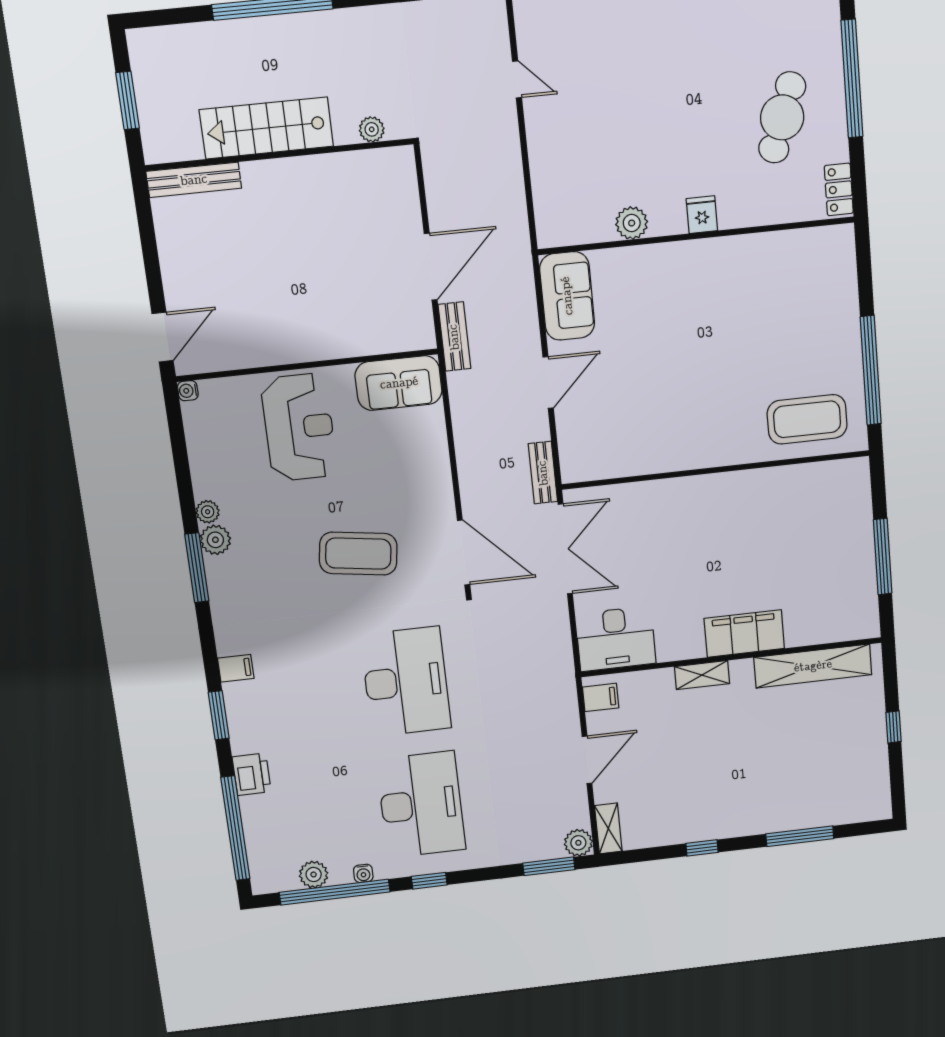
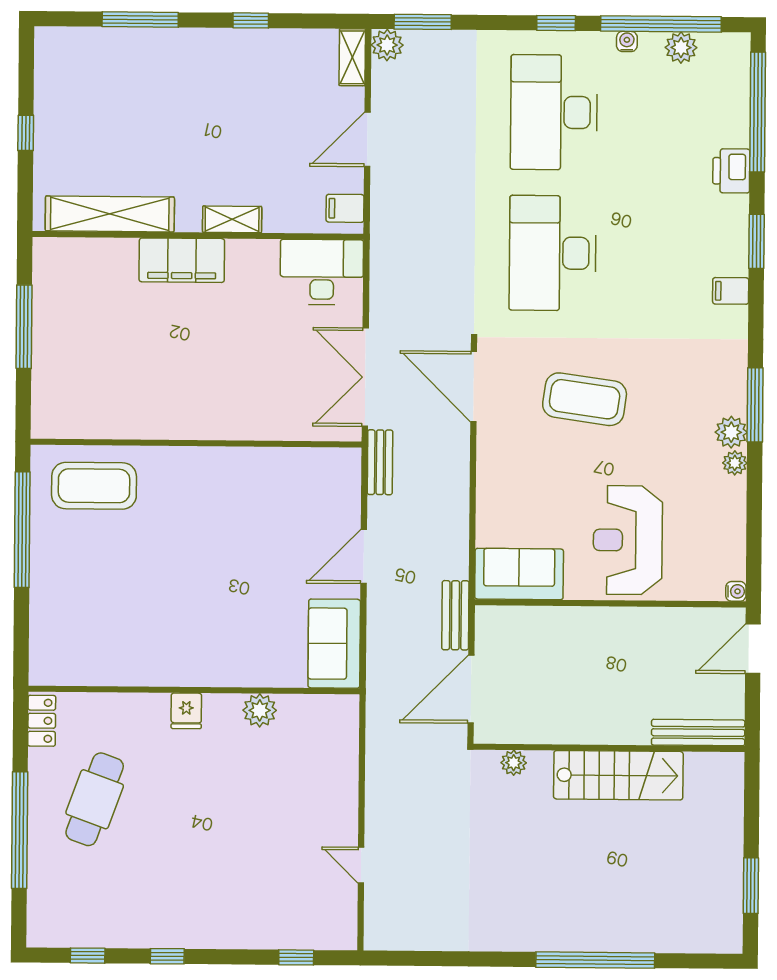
stairs: (267, 128) -> (618, 775), moved
plant: (372, 129) -> (514, 763), moved
wall: (280, 155) -> (609, 748), moved
bench: (194, 180) -> (698, 733), moved

